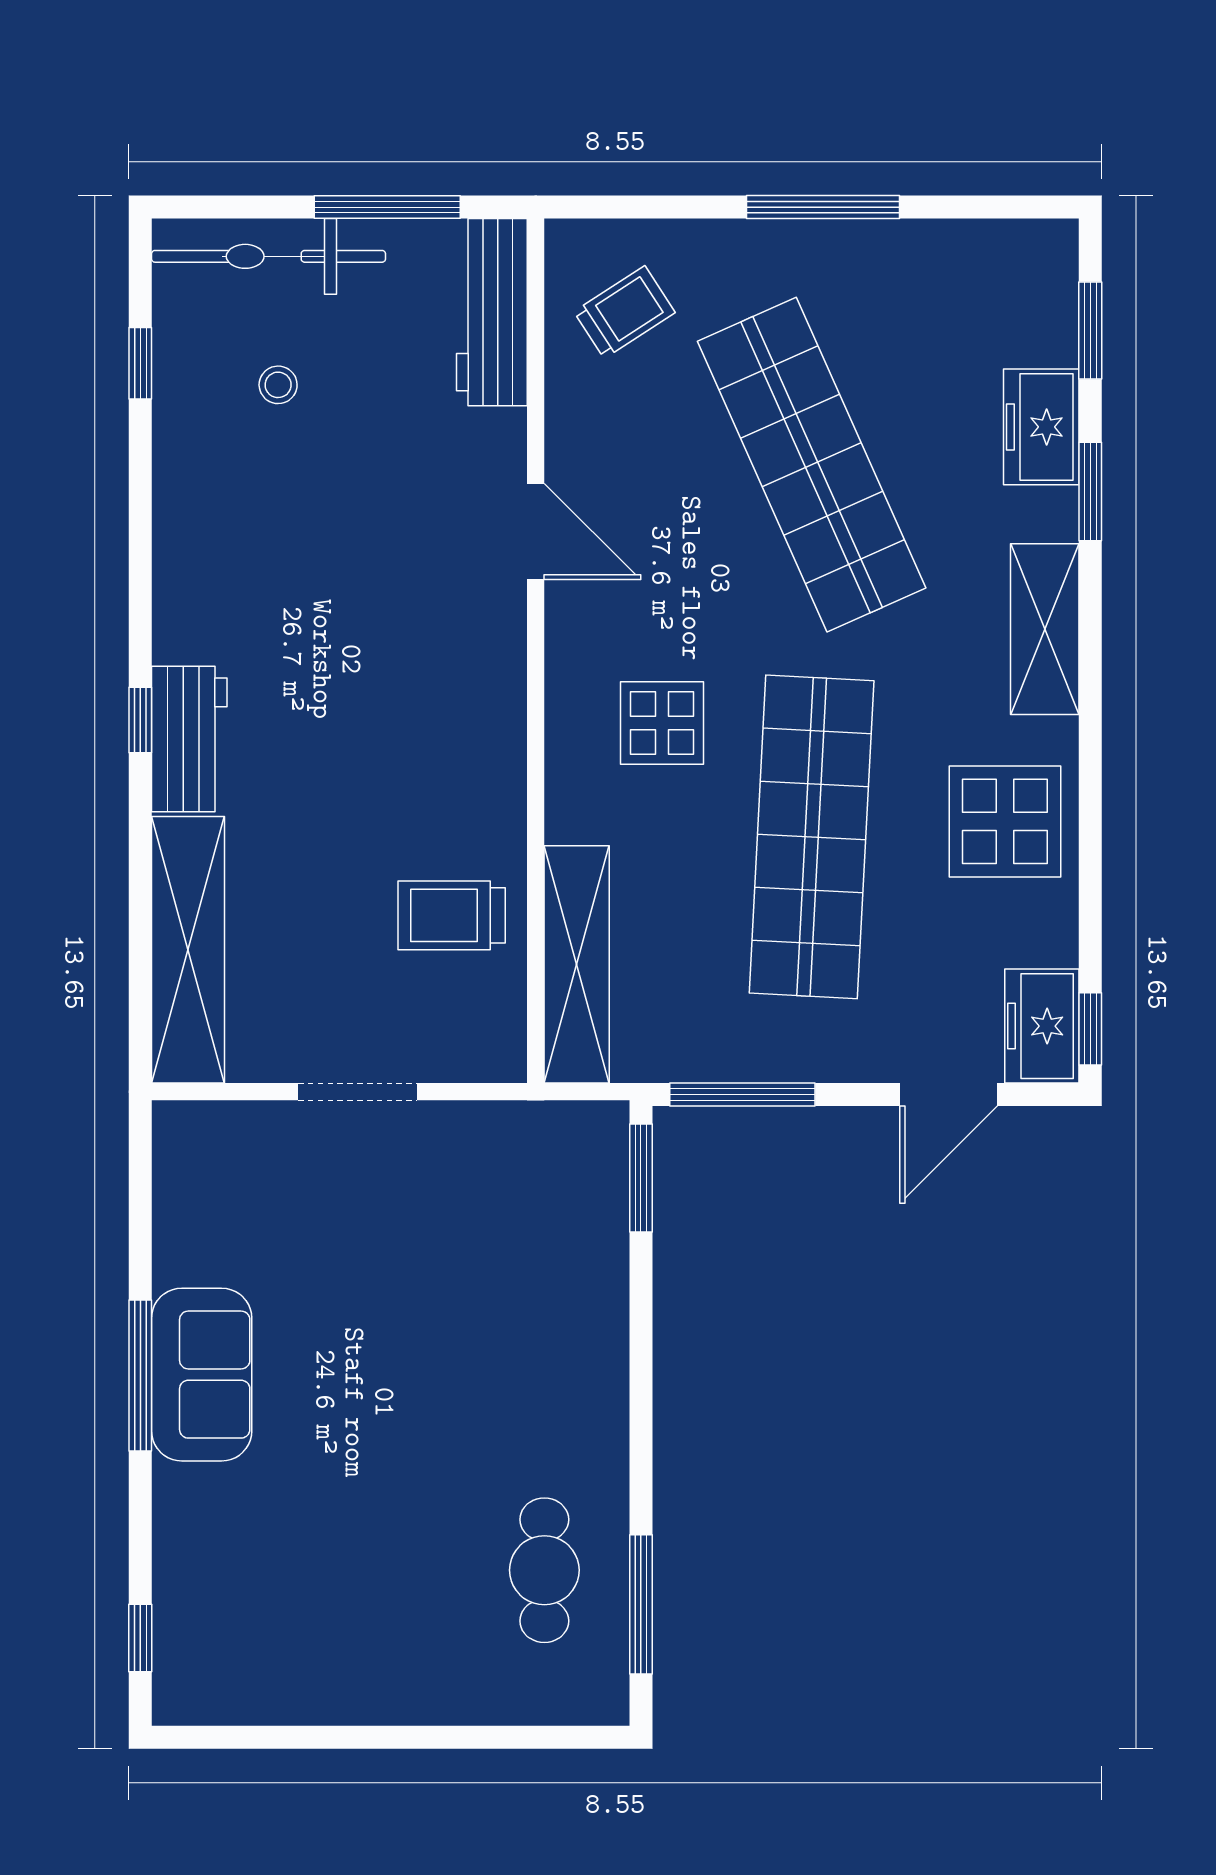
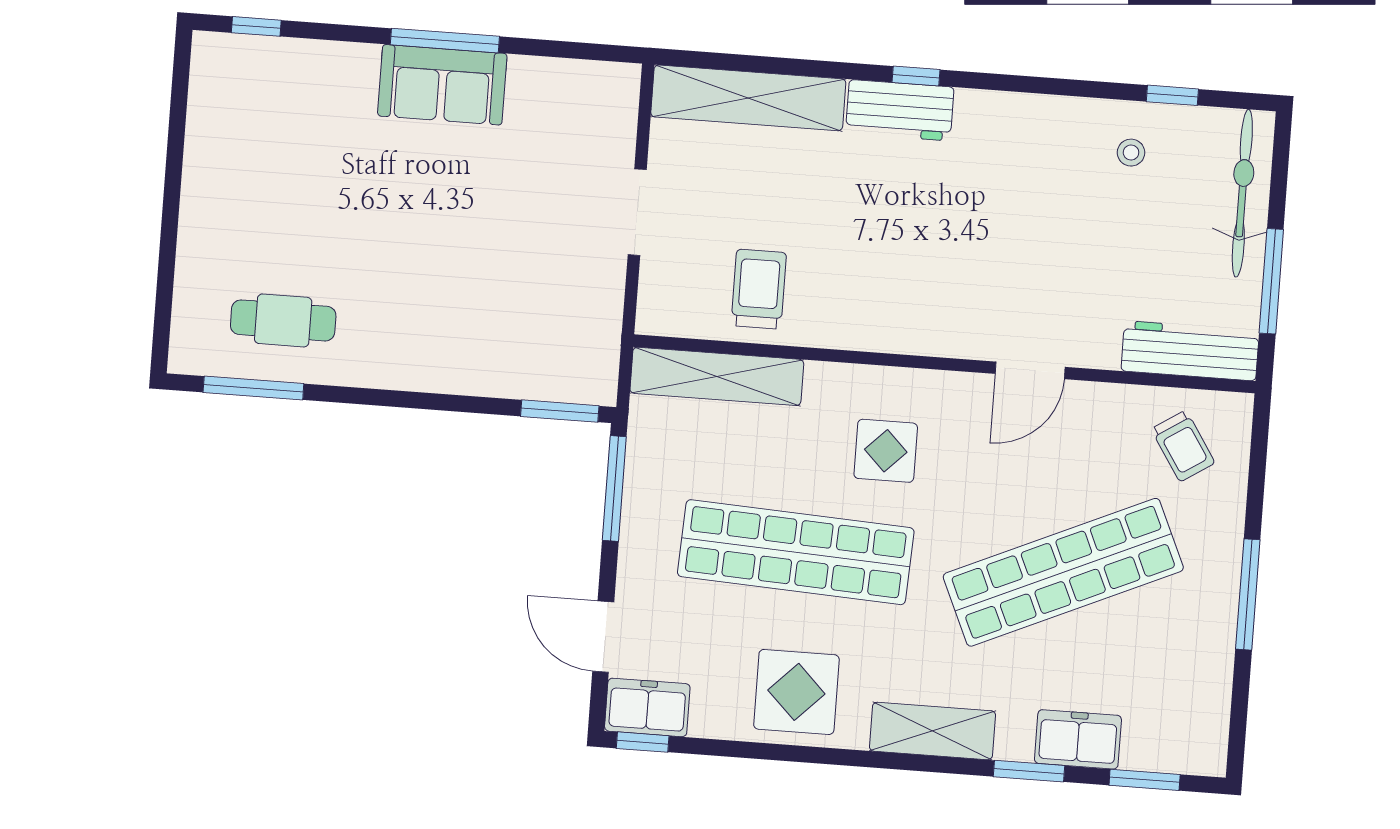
stool: (278, 385) -> (1131, 153), moved

